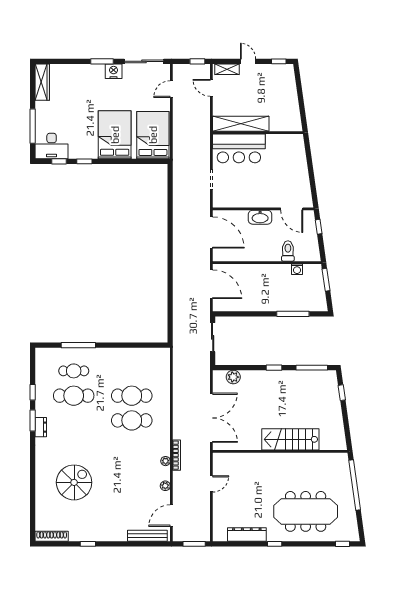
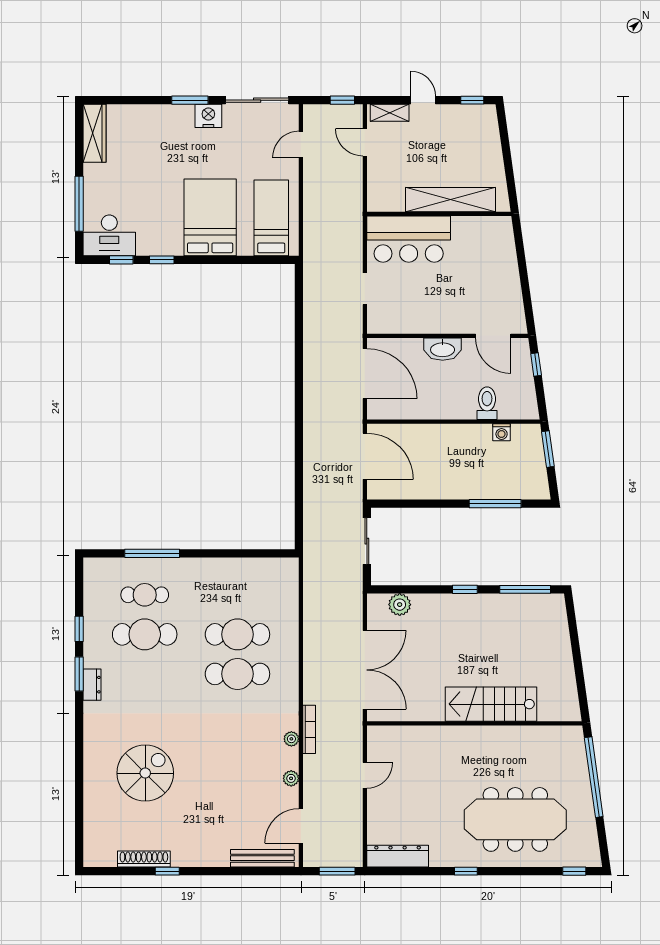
shelving: (241, 124) -> (450, 200), moved
bed: (153, 135) -> (271, 218), width x0.67
window: (342, 393) -> (573, 629), removed
dresser: (247, 534) -> (398, 856), moved
shoe rack: (52, 536) -> (144, 859), moved

